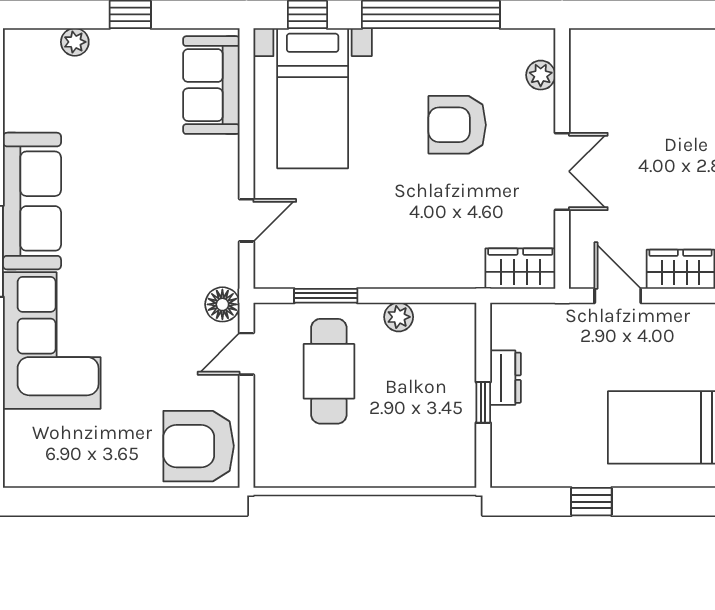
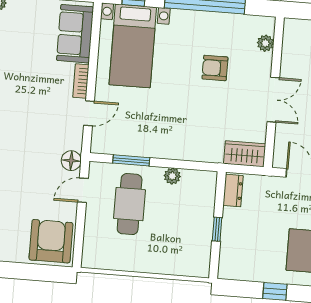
armchair: (457, 125) -> (215, 68), width x0.72, depth x0.72
bookcase: (228, 166) -> (81, 81), added
dresser: (505, 378) -> (233, 191), moved
armchair: (199, 446) -> (51, 241), turned 90

